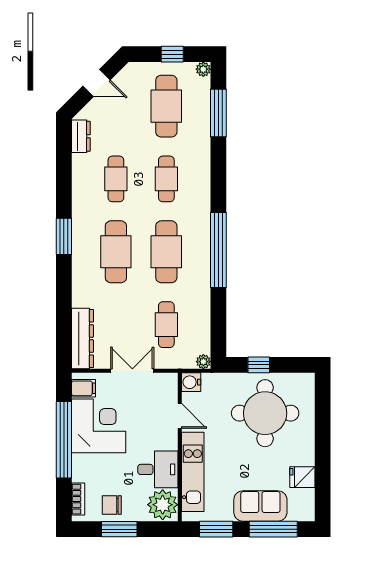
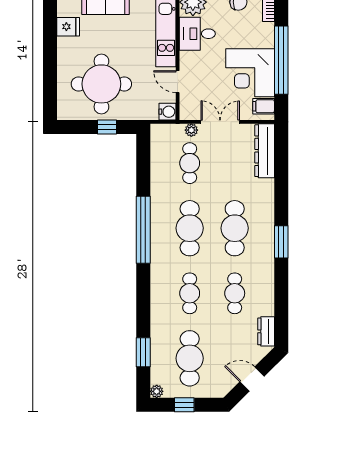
window: (218, 113) -> (143, 352), width x0.69
plant: (203, 362) -> (191, 130), moved
double door: (132, 371) -> (220, 122), swing flipped

